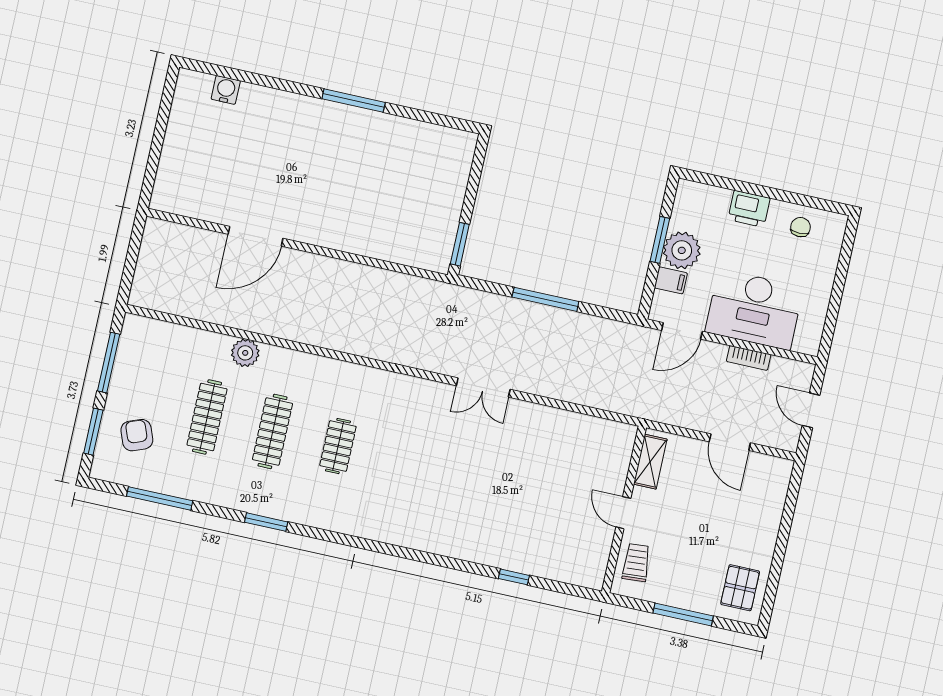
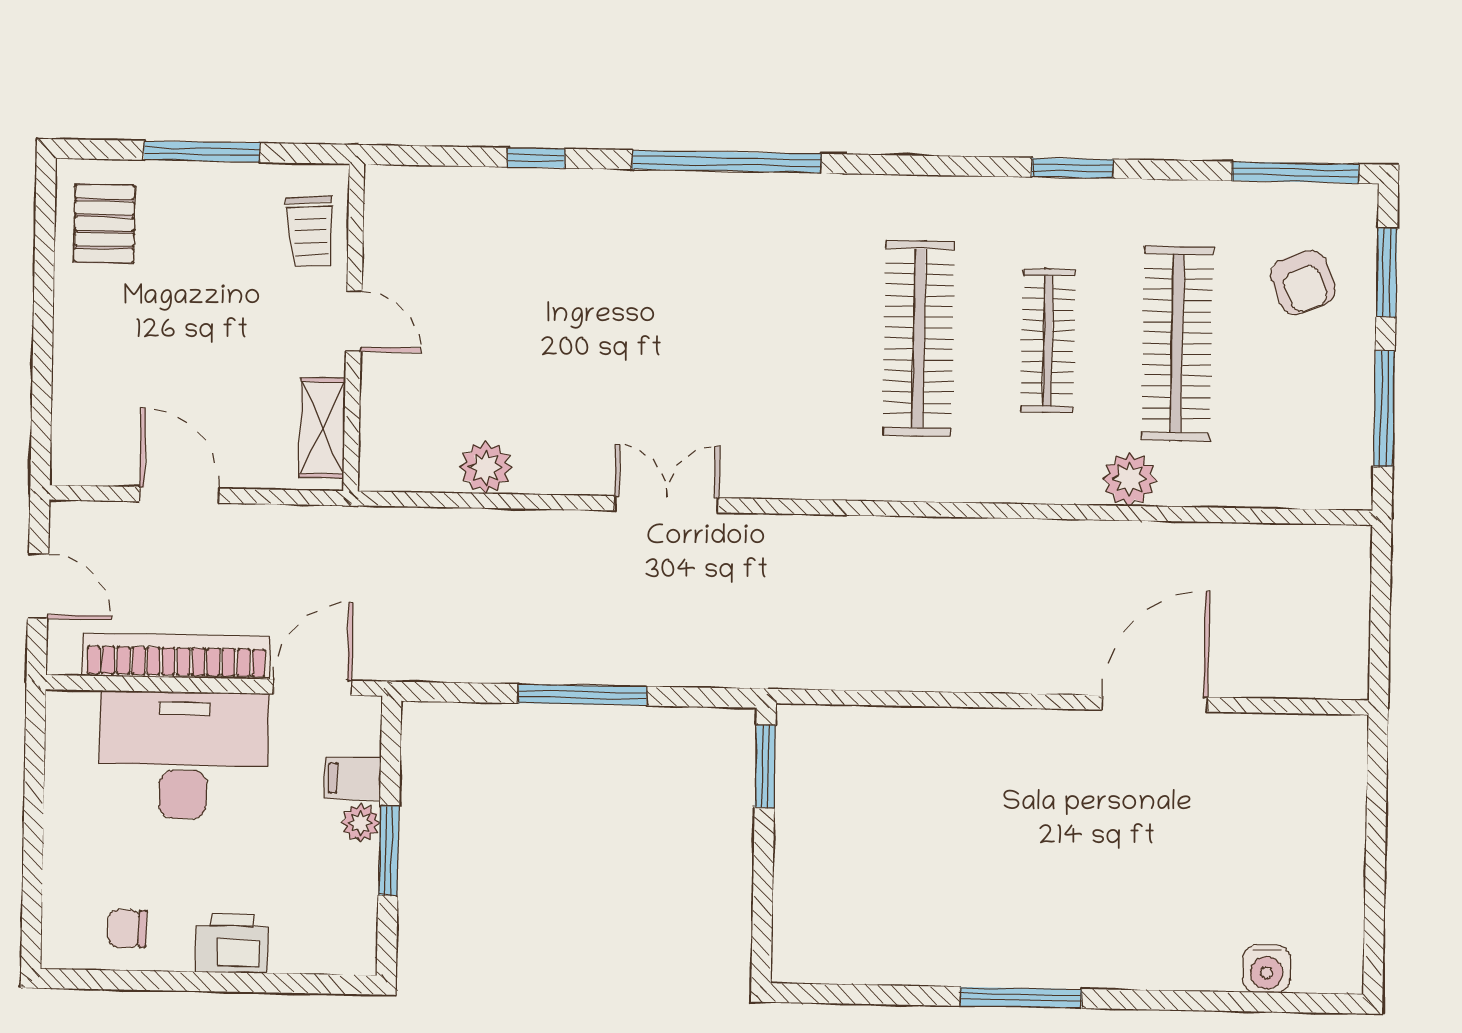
chair: (801, 227) -> (128, 928), turned 90
plant: (682, 250) -> (361, 823), width x0.53, depth x0.53
bookcase: (749, 358) -> (176, 656), width x2.31, depth x1.31
clothes rail: (207, 417) -> (1177, 343), width x1.37, depth x1.31
plant: (571, 425) -> (486, 467), added
clothes rail: (338, 446) -> (919, 338), width x1.86, depth x1.31
window: (160, 498) -> (1296, 172), moved
window: (266, 522) -> (1073, 168), moved
window: (417, 556) -> (727, 162), added

